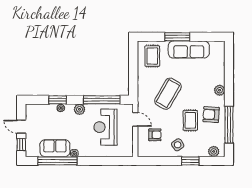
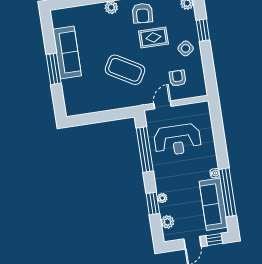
rug: (152, 56) -> (82, 96), removed
plant: (79, 109) -> (168, 222), moved
sofa: (55, 148) -> (213, 204), width x1.36

